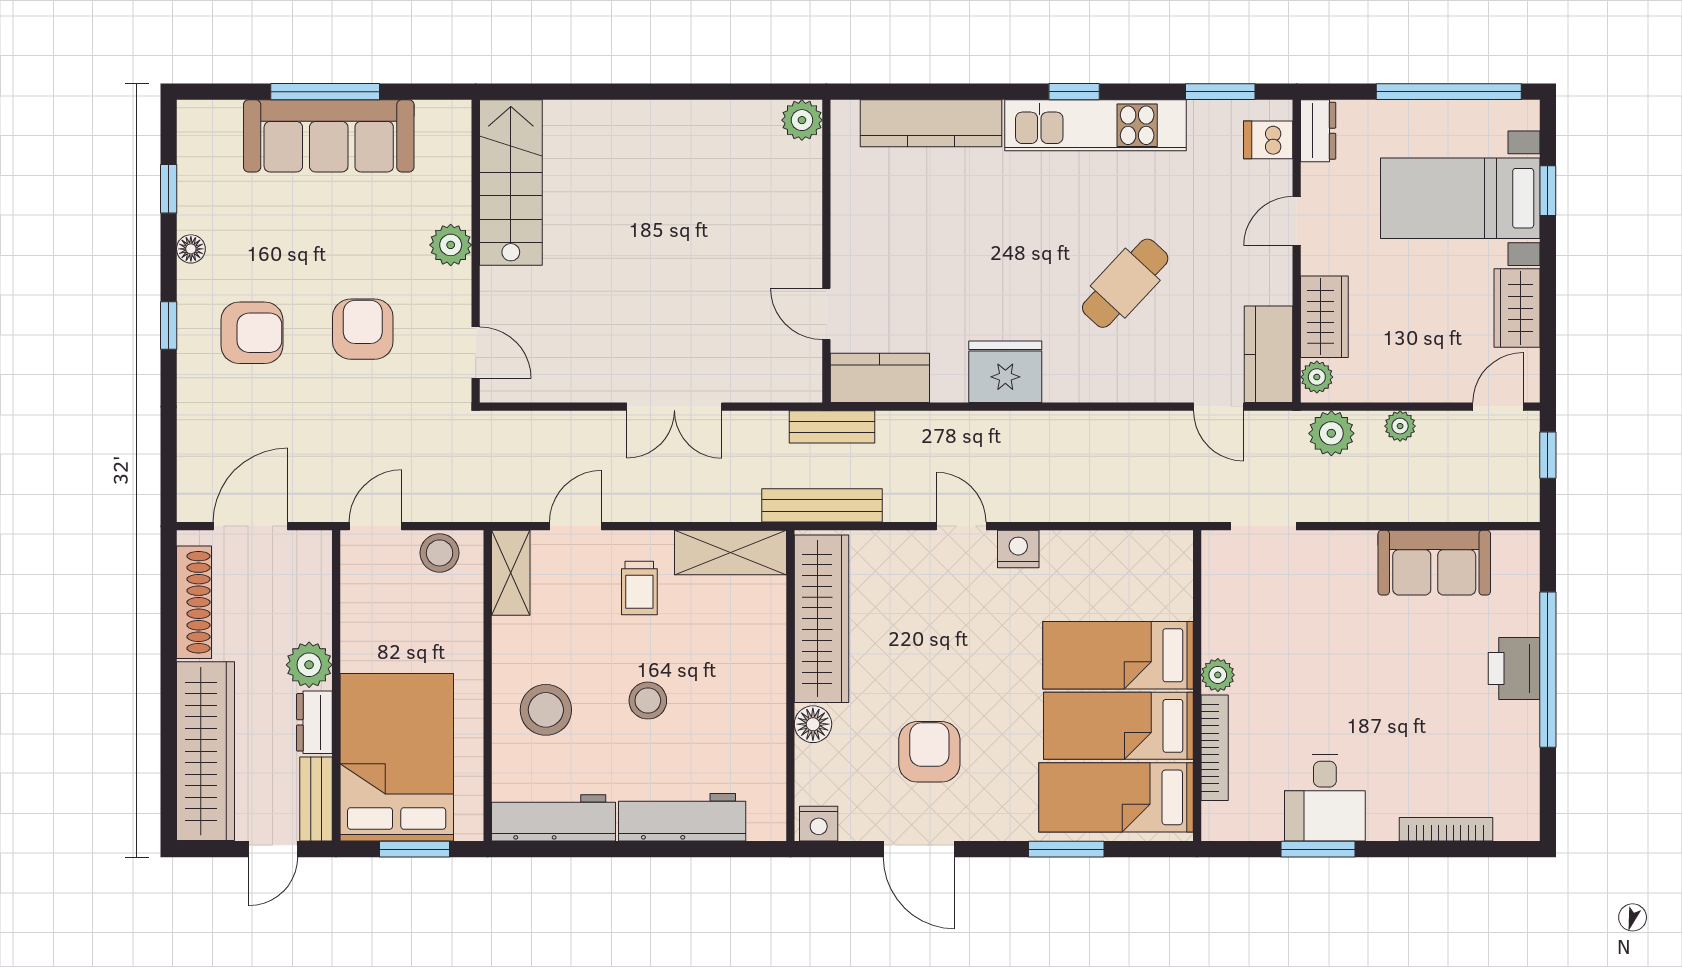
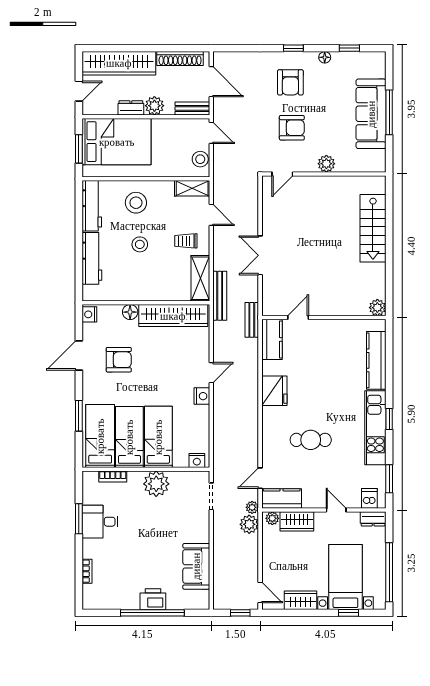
stairs: (511, 183) -> (373, 228), moved, turned 90
cafe table: (1125, 283) -> (311, 440), turned -43
plant: (1400, 426) -> (252, 507), moved
bench: (822, 505) -> (220, 296), moved
nightstand: (1176, 561) -> (197, 460), added
plant: (1218, 675) -> (156, 484), width x1.87, depth x1.87
bookcase: (1215, 748) -> (113, 476), width x0.64
bench: (316, 799) -> (192, 109), moved
bookcase: (1446, 829) -> (87, 571), width x0.64
door: (273, 849) -> (79, 91), swing flipped

